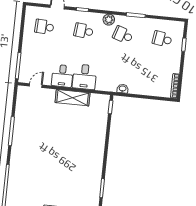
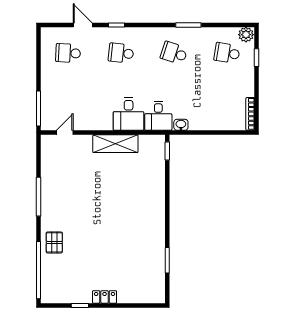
plant: (109, 20) -> (246, 35), moved
desk: (62, 76) -> (158, 116), moved
pallet: (20, 166) -> (54, 242), added

